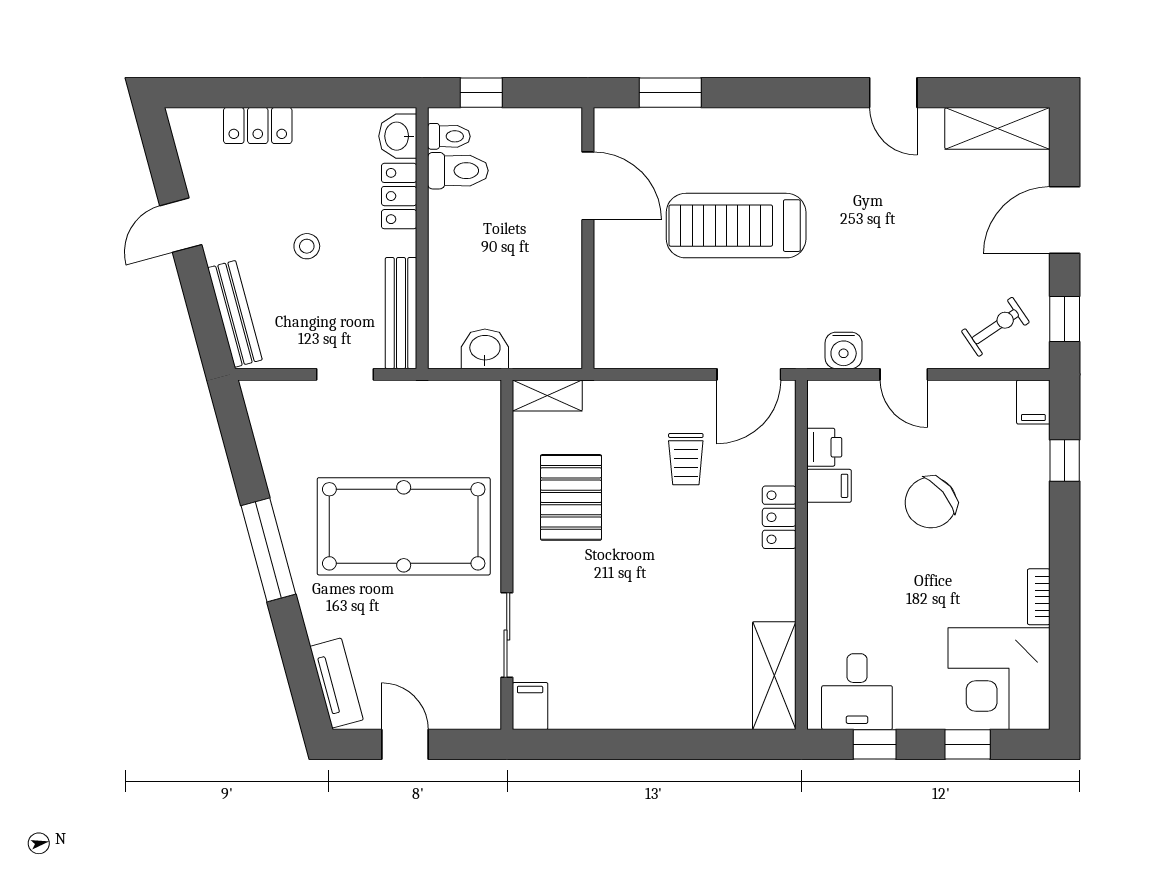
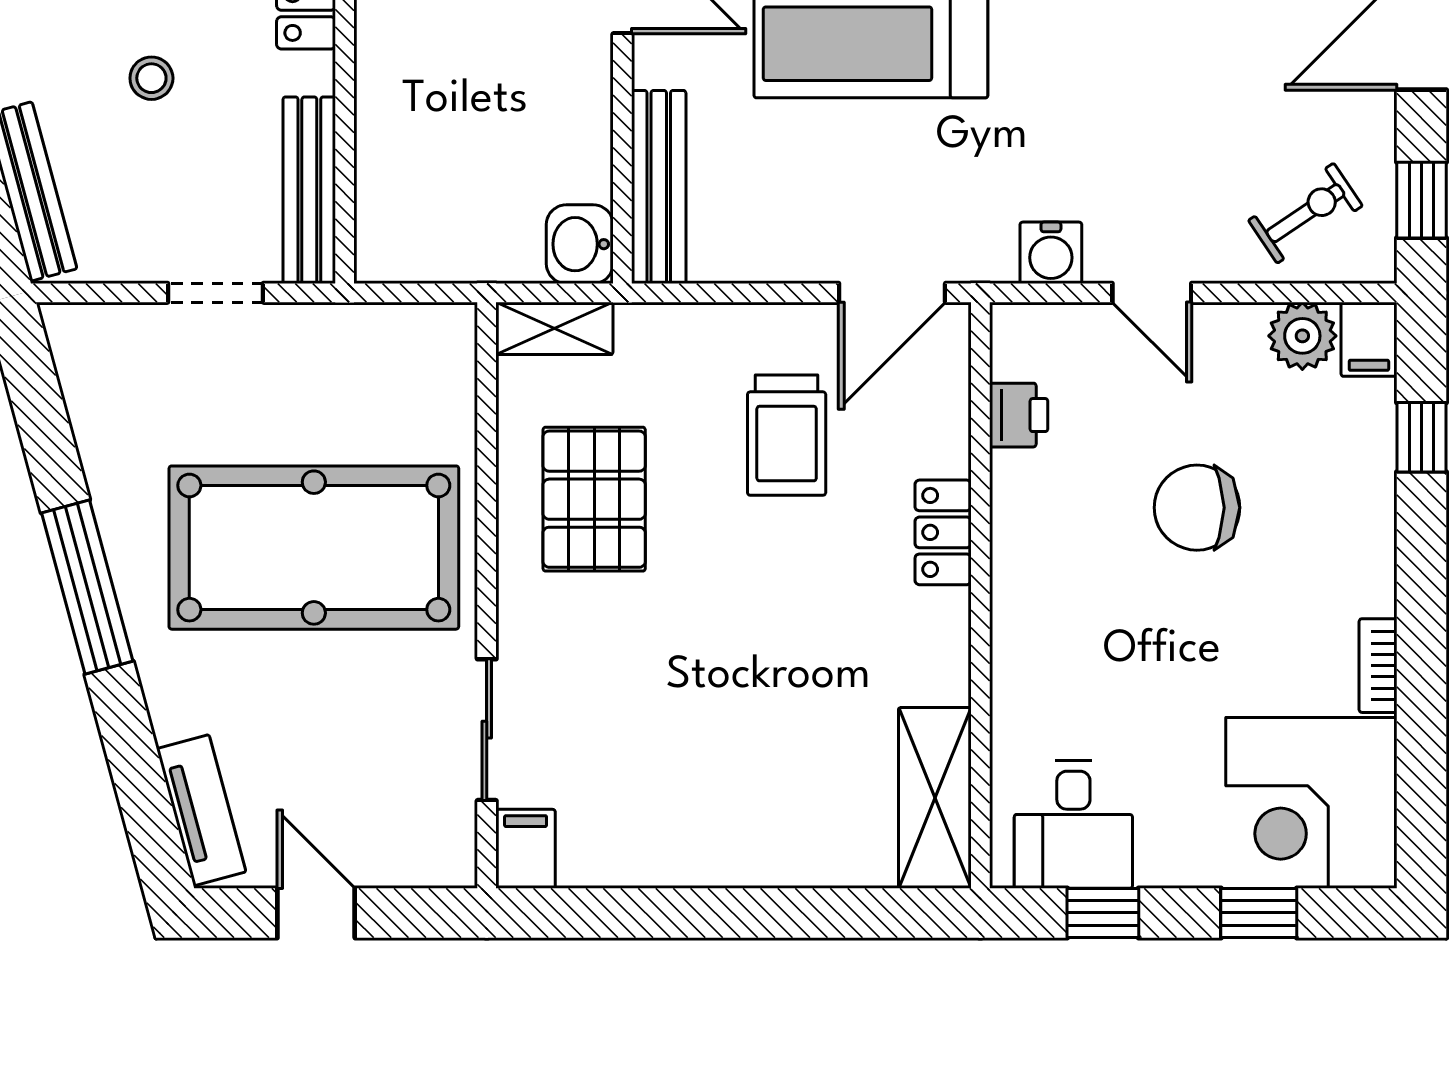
bench: (610, 311) -> (659, 187), added
washbasin: (485, 349) -> (580, 244), moved, turned -90
plant: (994, 400) -> (1302, 336), added
trolley: (686, 459) -> (787, 435), width x1.36, depth x1.39
filing cabinet: (829, 486) -> (1027, 480), removed
chair: (931, 502) -> (1197, 508), turned 40

